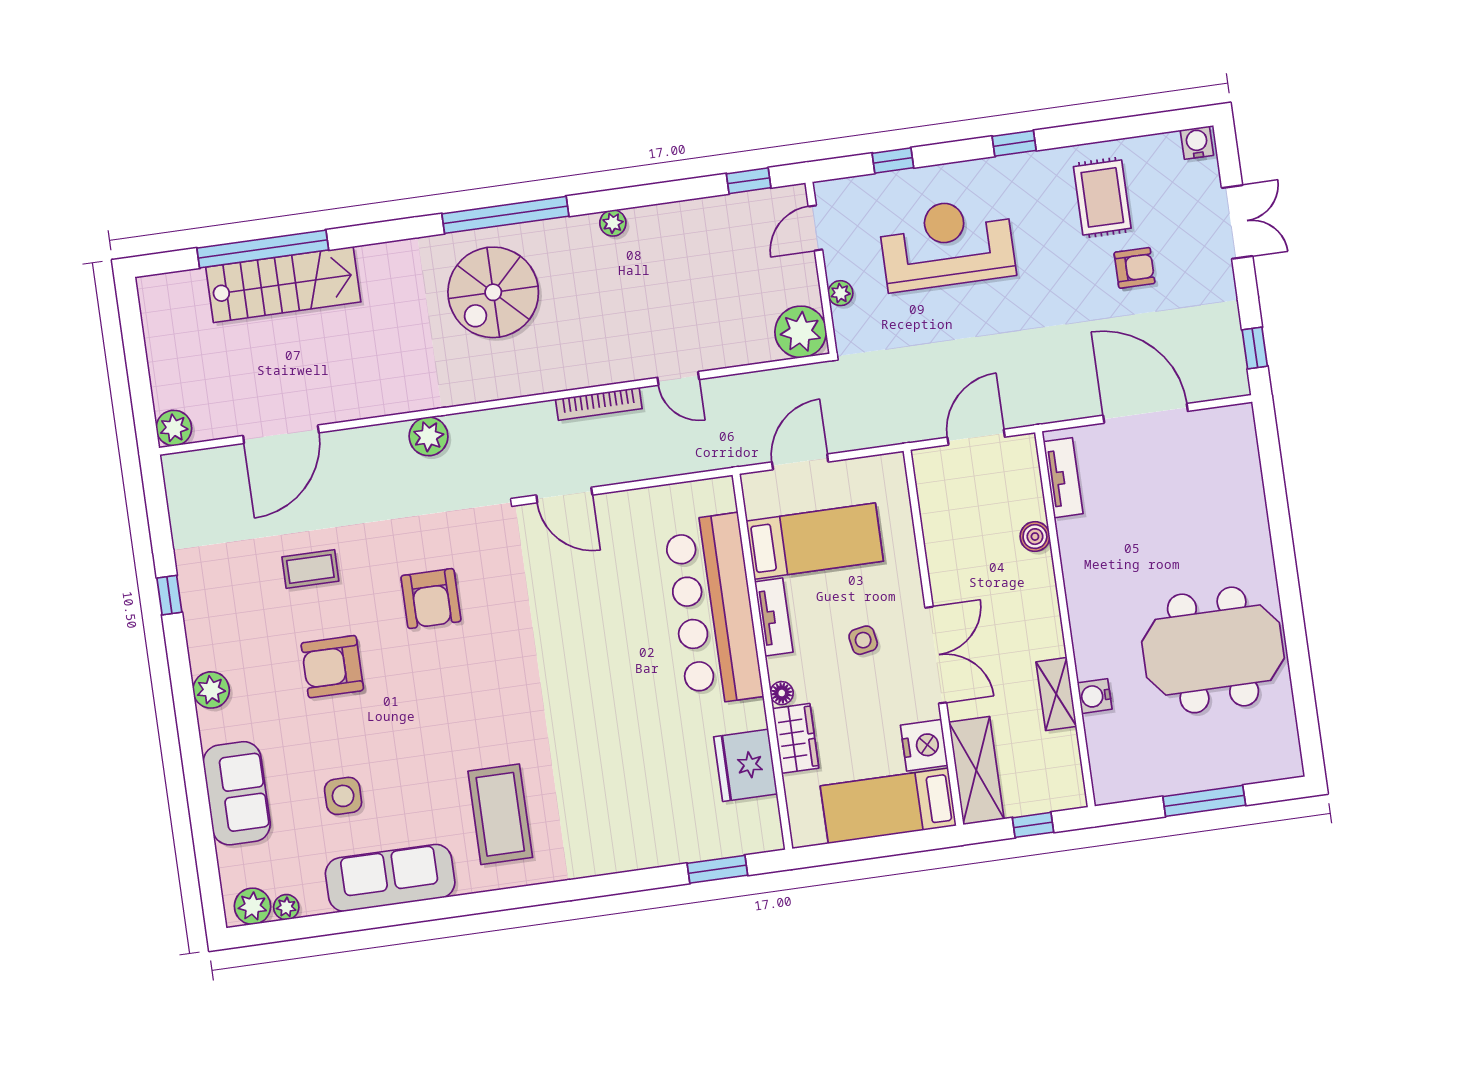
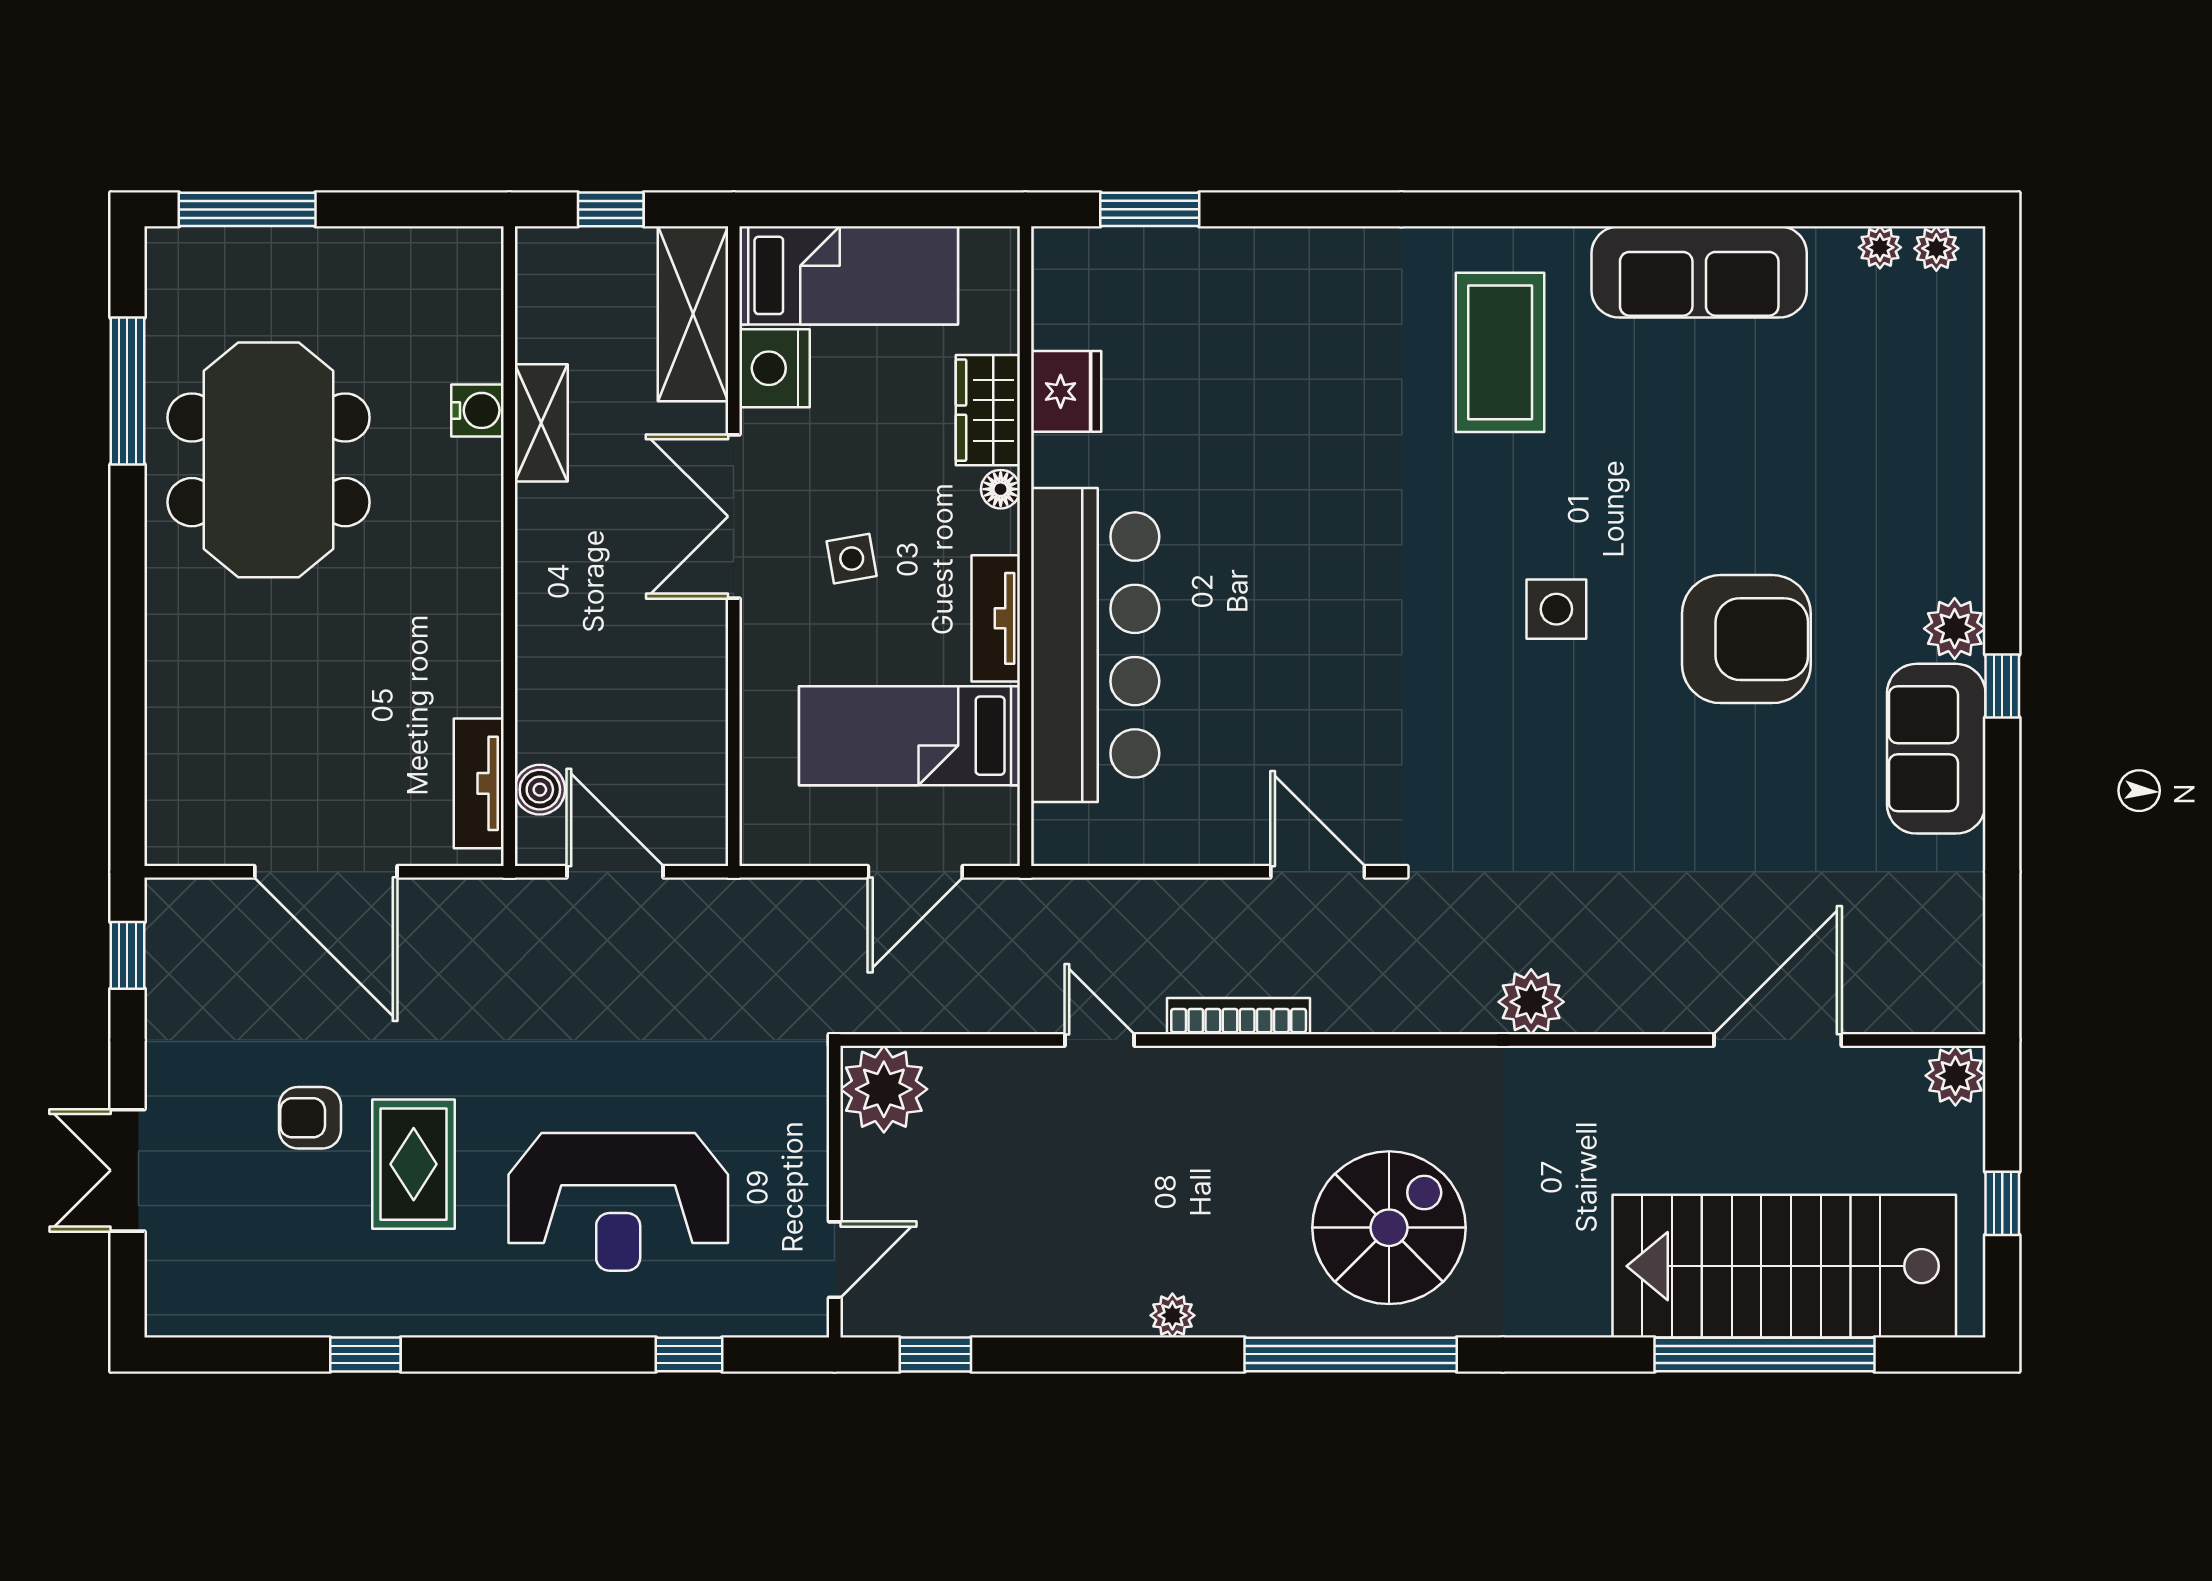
window: (1014, 143) -> (365, 1354), moved
water cooler: (1197, 143) -> (176, 1313), removed
rug: (1102, 197) -> (414, 1164), moved
stairs: (283, 285) -> (1784, 1266), width x1.36, depth x1.51
plant: (840, 293) -> (808, 1145), removed
window: (136, 357) -> (2002, 1203), added
door: (976, 437) -> (615, 872), swing flipped
boiler: (1035, 537) -> (540, 790), moved
coffee table: (310, 569) -> (1760, 808), removed
window: (169, 595) -> (2002, 686), moved
armchair: (431, 599) -> (1565, 730), removed
meeting table: (1213, 650) -> (269, 460), turned 90
armchair: (332, 667) -> (1746, 639), width x1.36, depth x1.36
window: (1301, 679) -> (127, 391), added
fridge: (746, 765) -> (1066, 391), width x0.73, depth x0.75
sofa: (237, 793) -> (1936, 749), moved
side table: (343, 796) -> (1556, 609), moved
window: (1204, 801) -> (247, 209), moved
plant: (252, 906) -> (1936, 248), width x0.73, depth x0.73

